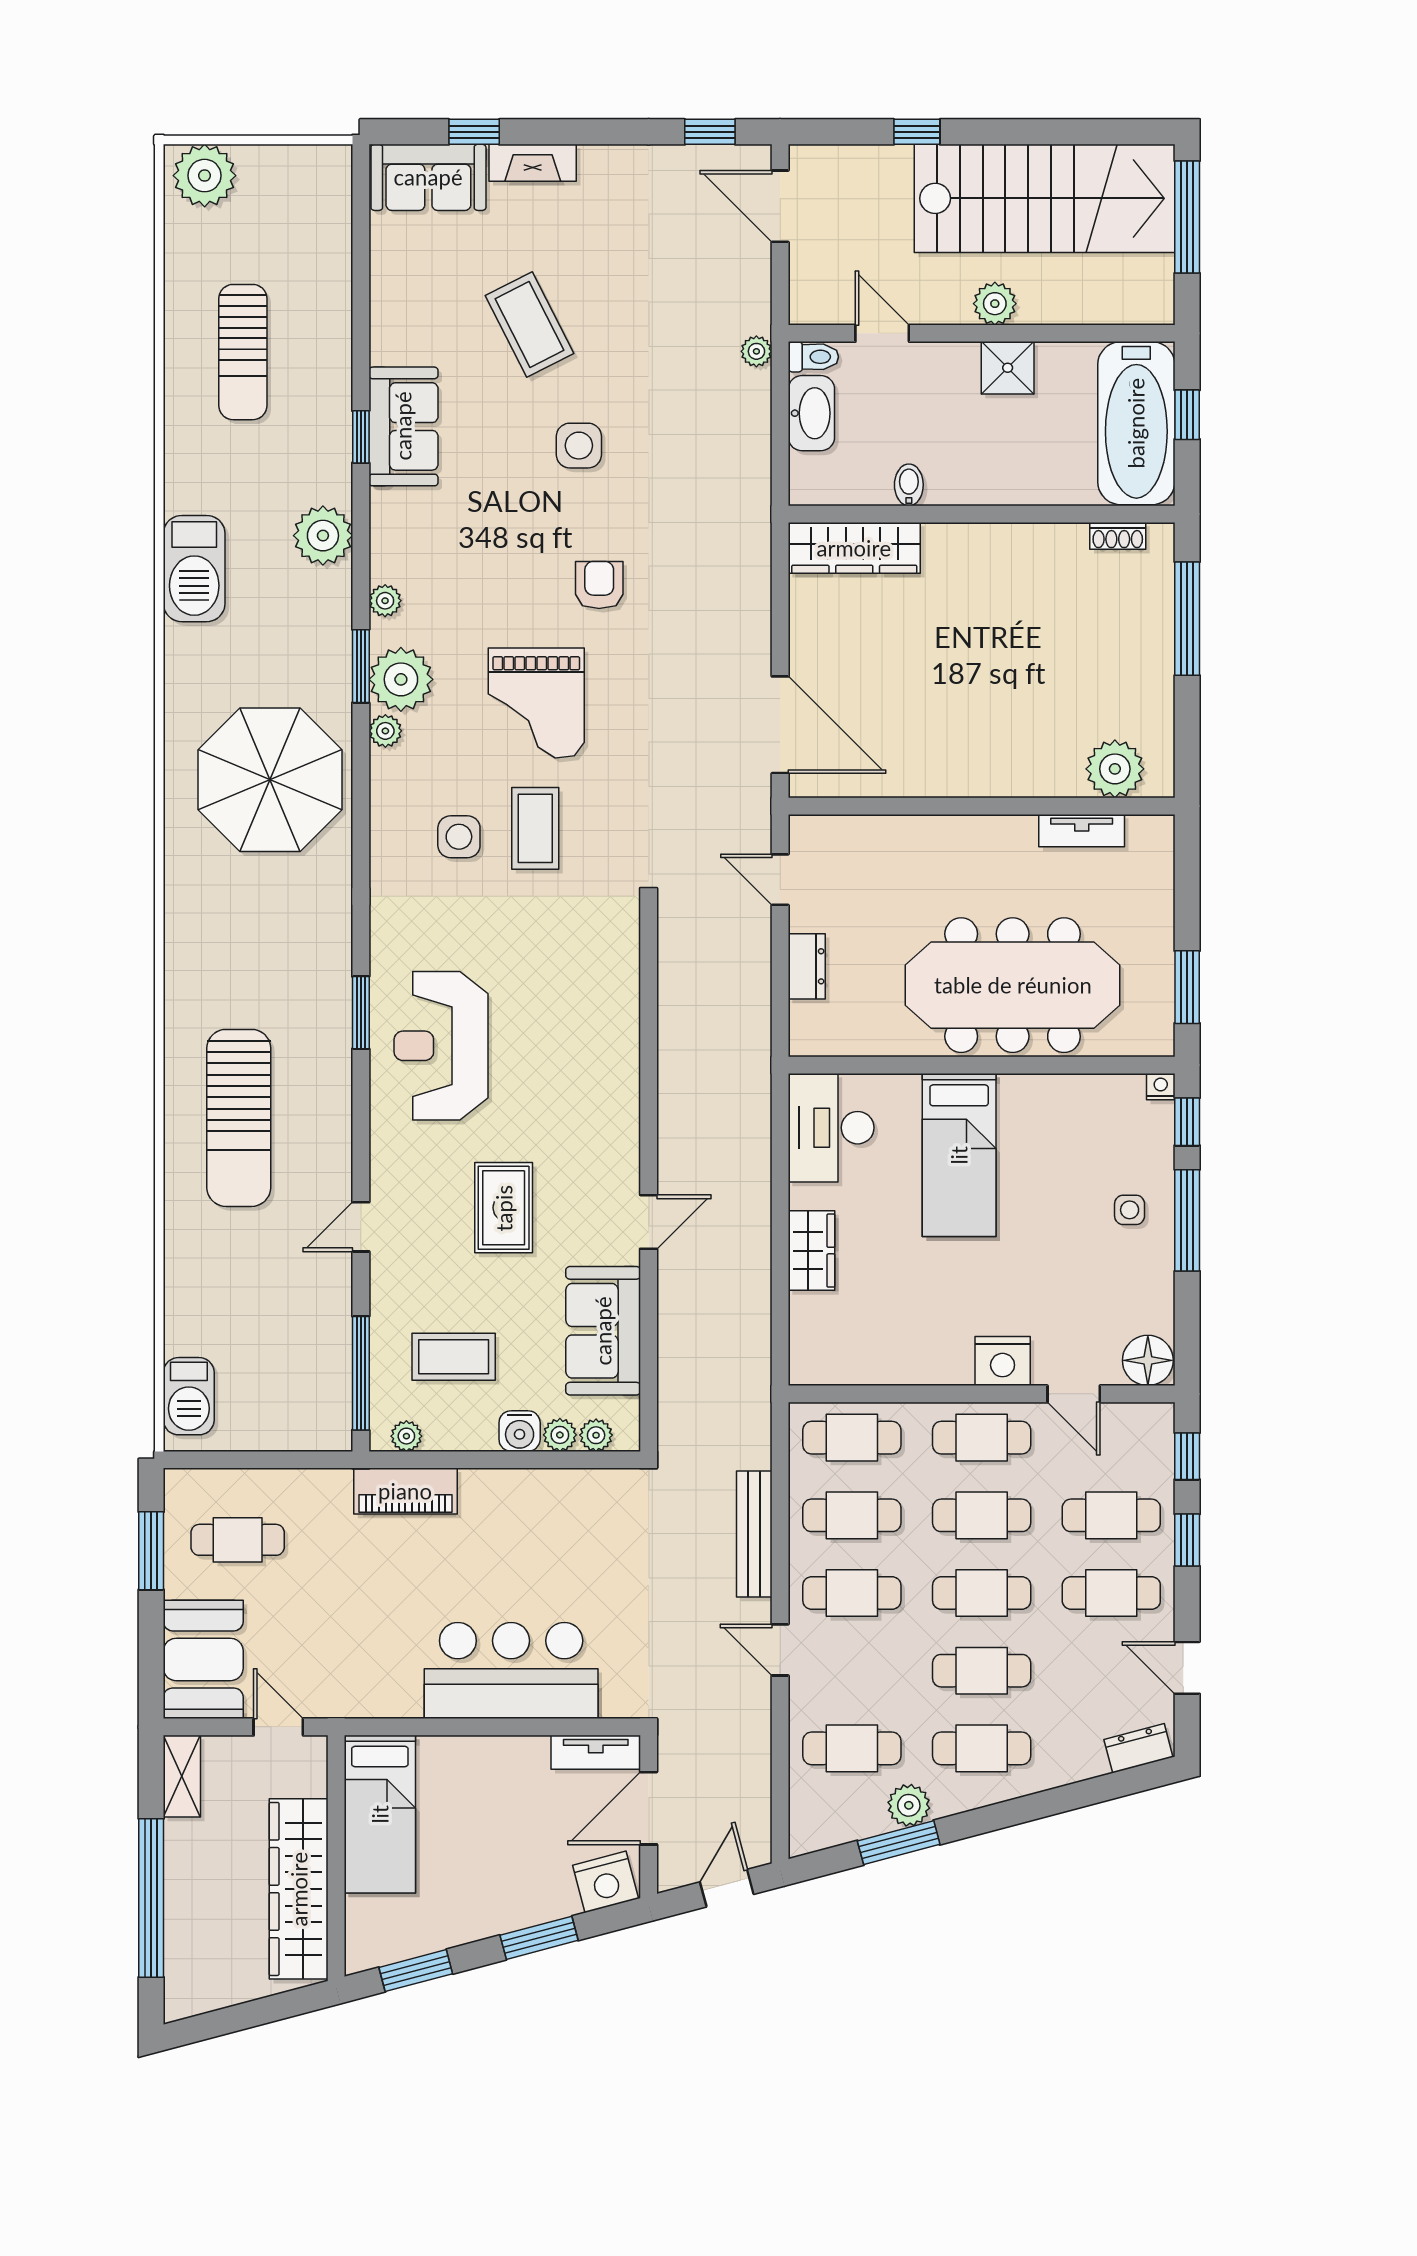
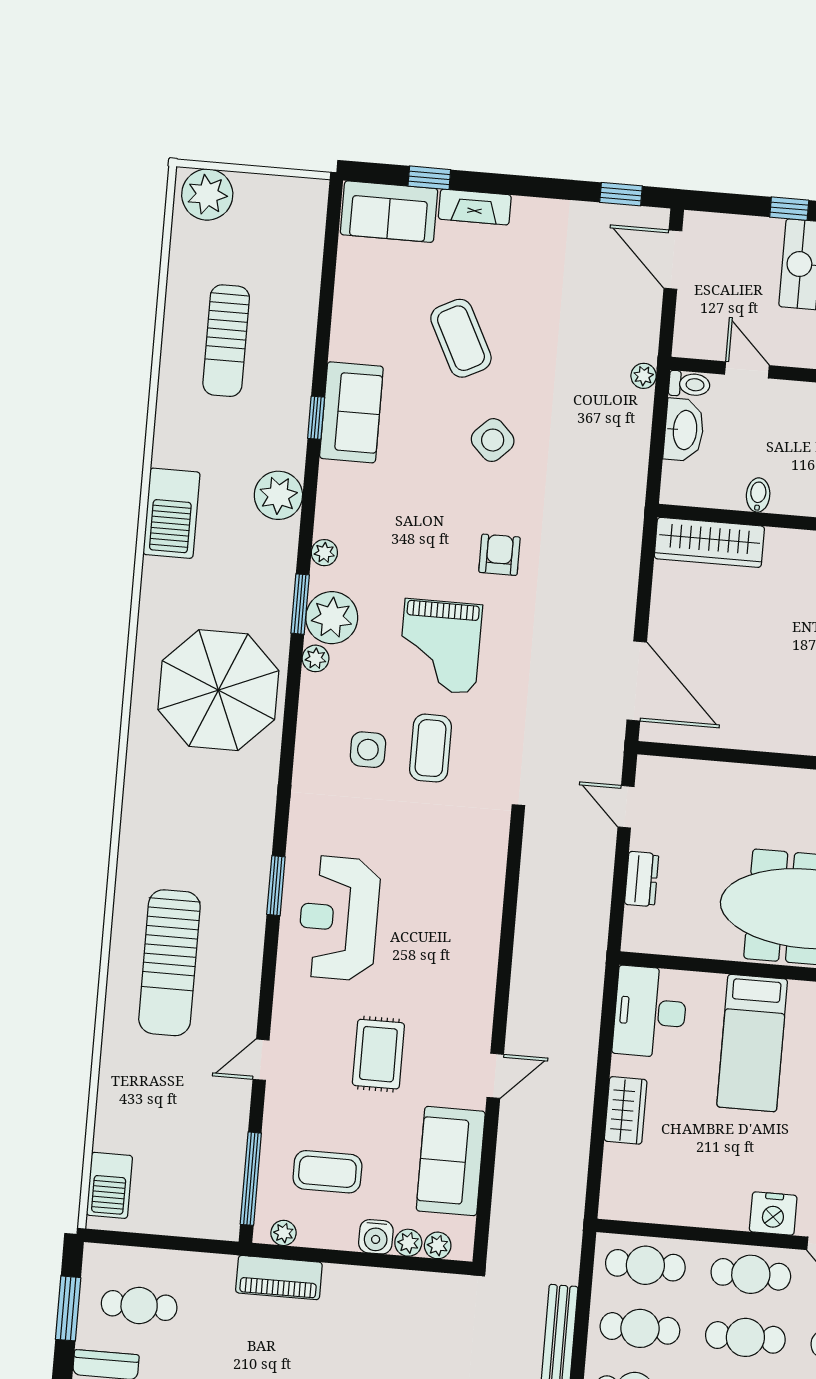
side table: (579, 446) -> (493, 440), turned 45

